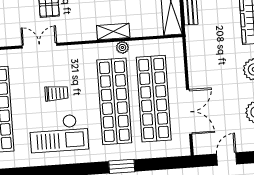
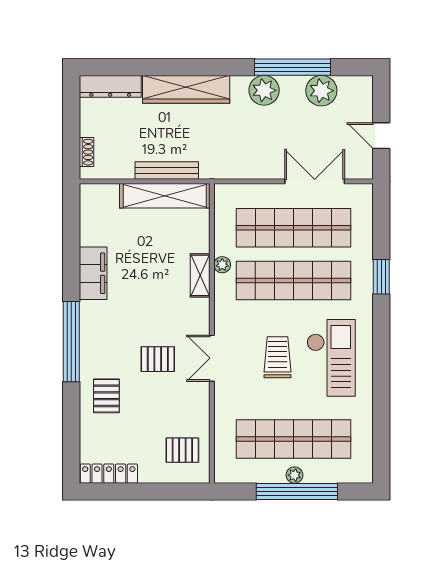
double door: (39, 46) -> (212, 358), moved
trolley: (56, 93) -> (277, 357), width x1.36, depth x1.39

